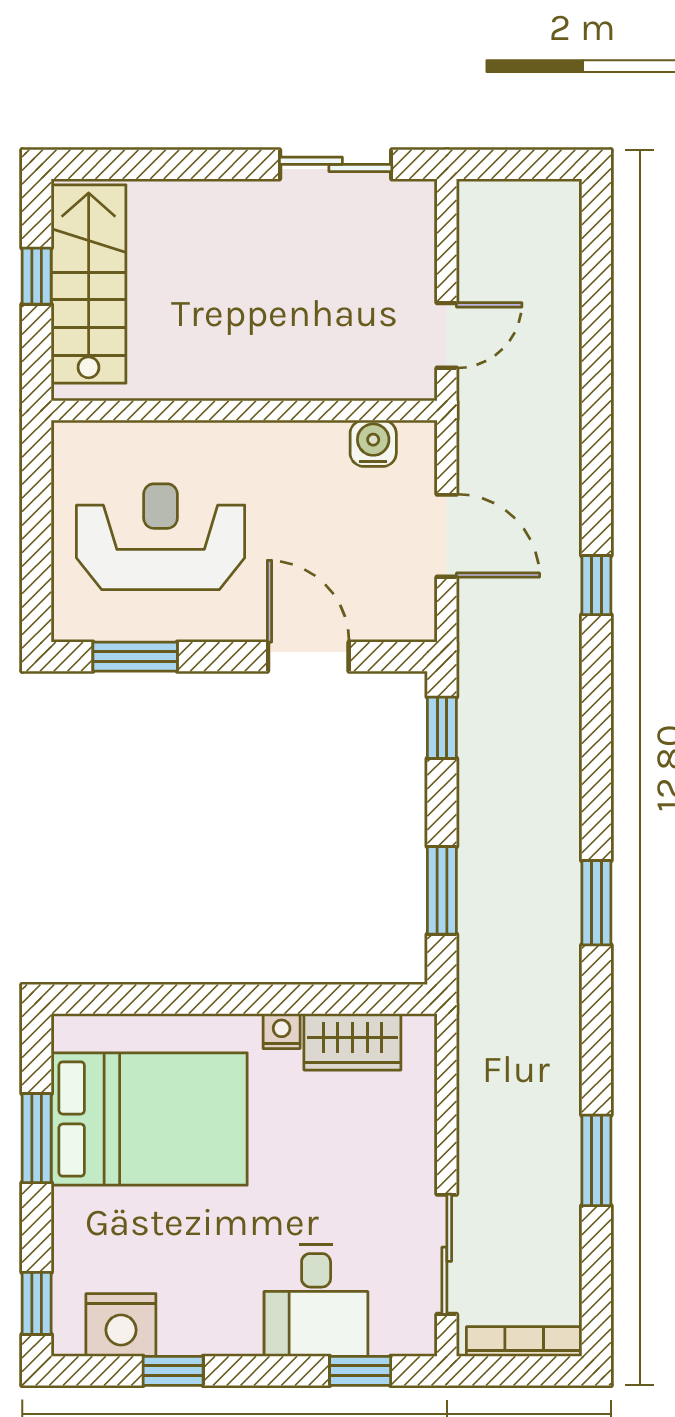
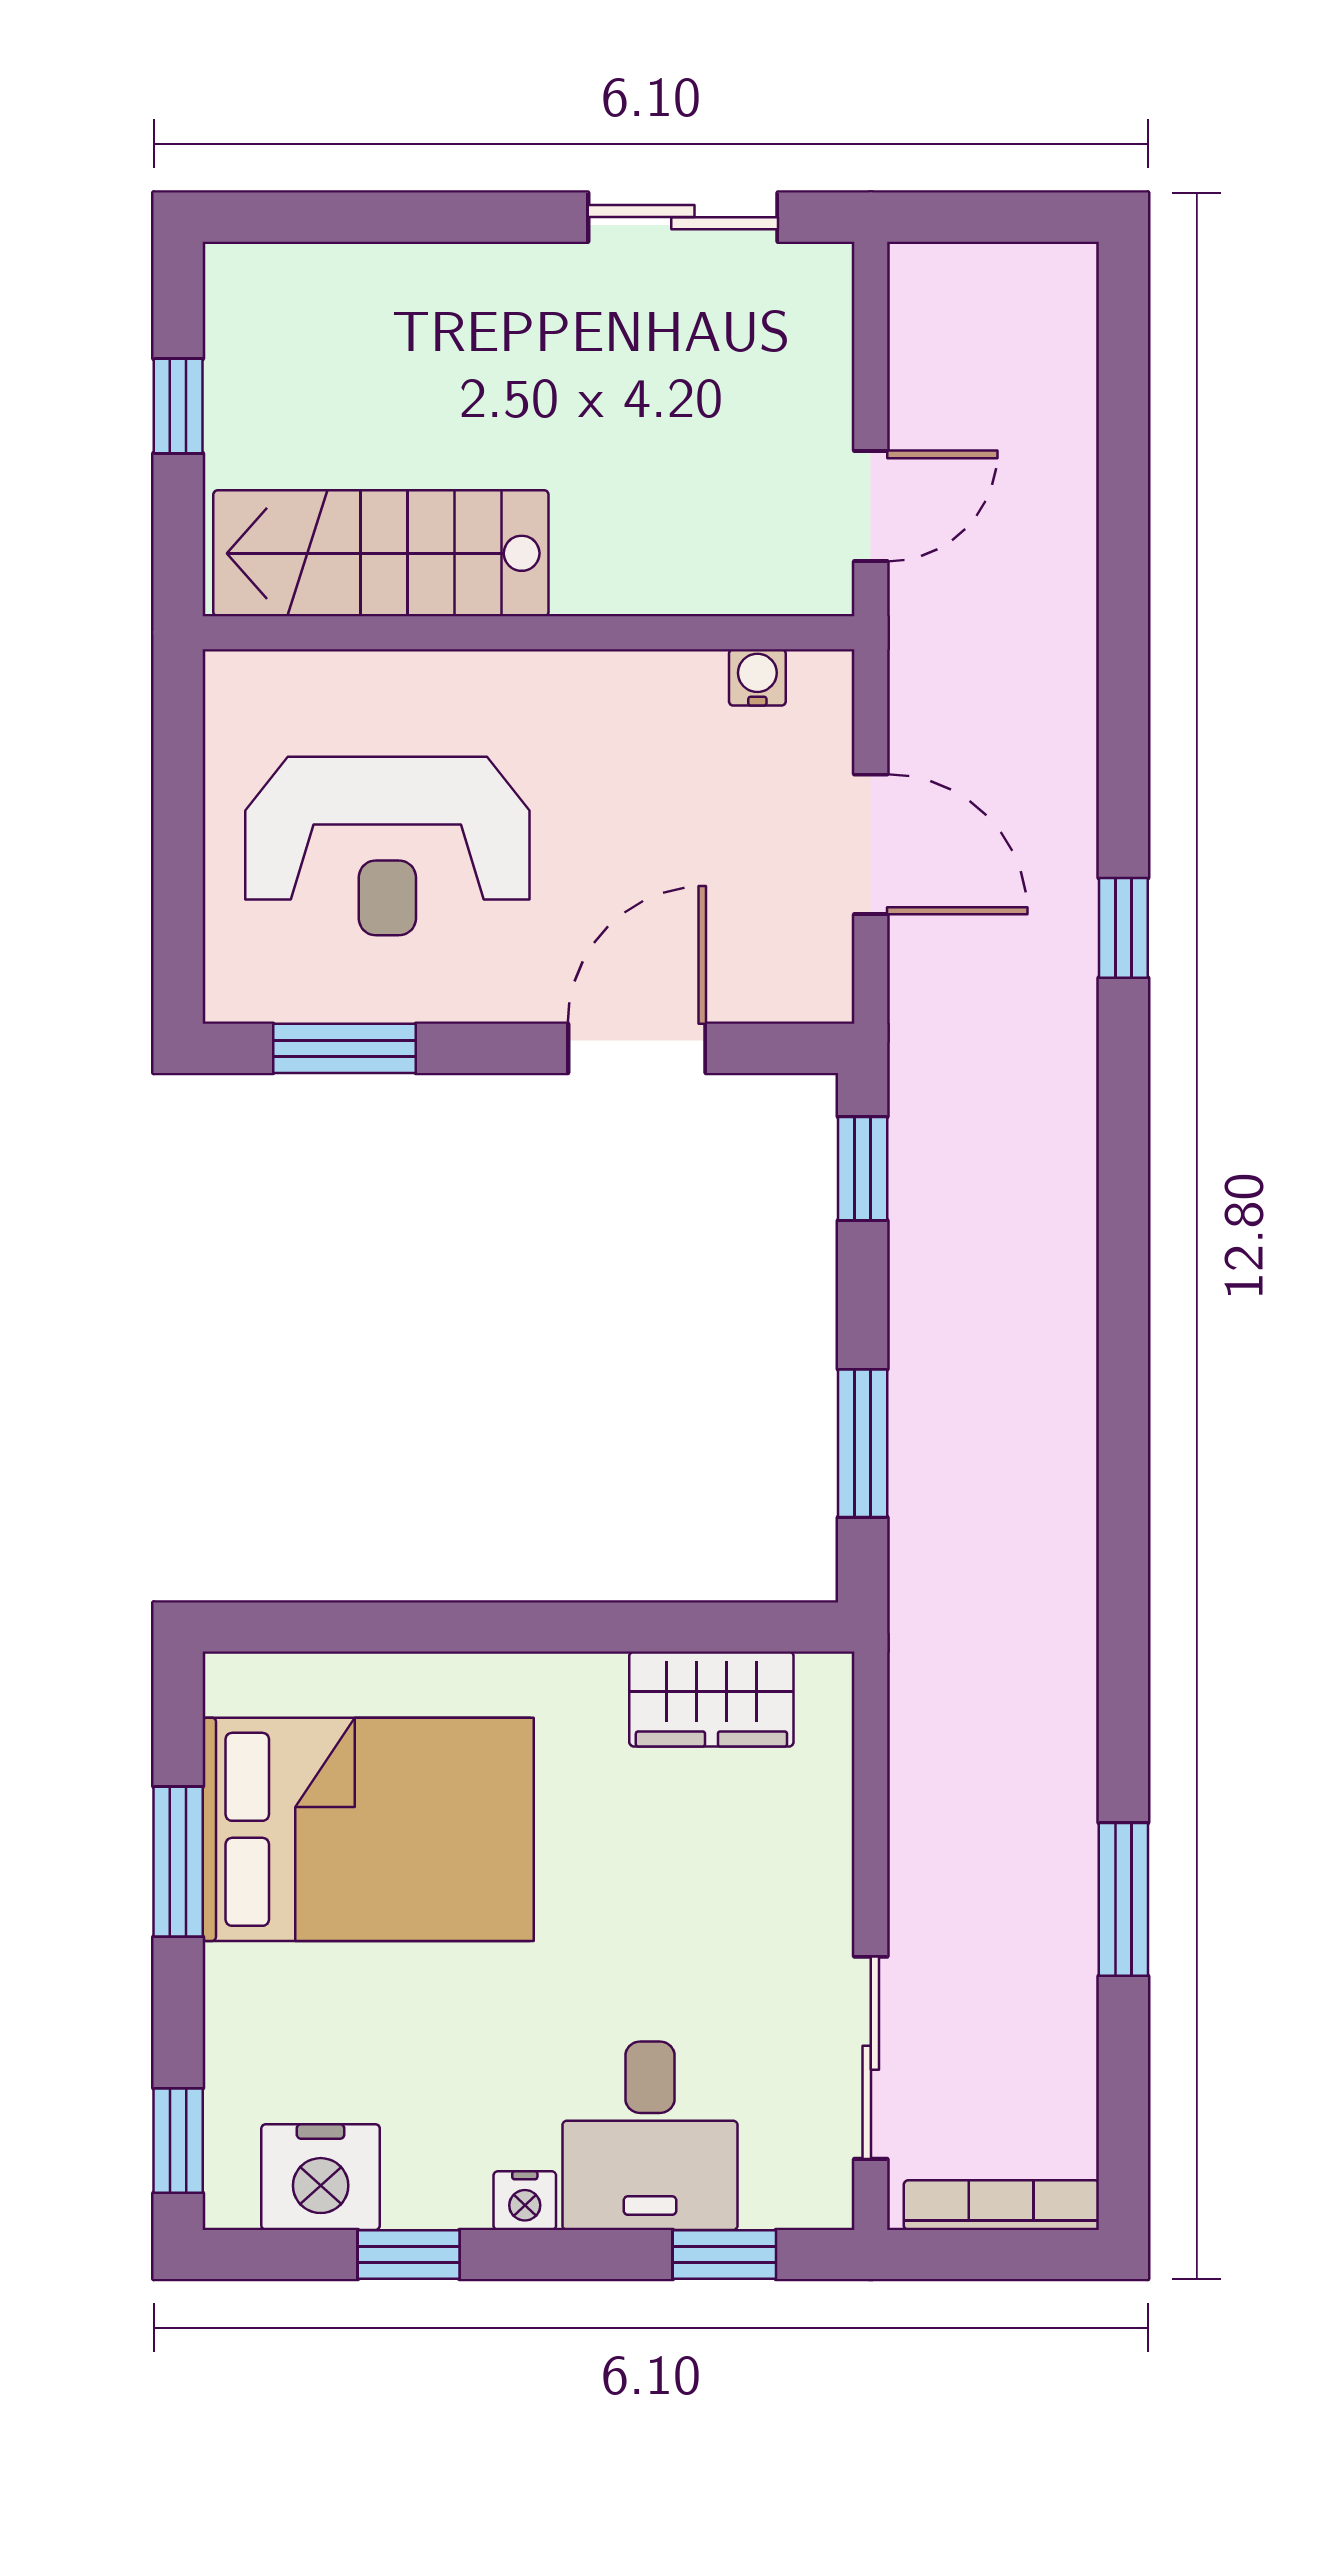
stairs: (89, 284) -> (381, 553), moved, turned -90
water cooler: (373, 443) -> (757, 677), width x0.72, depth x0.72
reception desk: (161, 537) -> (387, 846), turned 180
door: (308, 657) -> (637, 1048), hinge flipped
window: (596, 903) -> (1123, 1464), removed
nightstand: (282, 1031) -> (525, 2201), moved, turned 180

